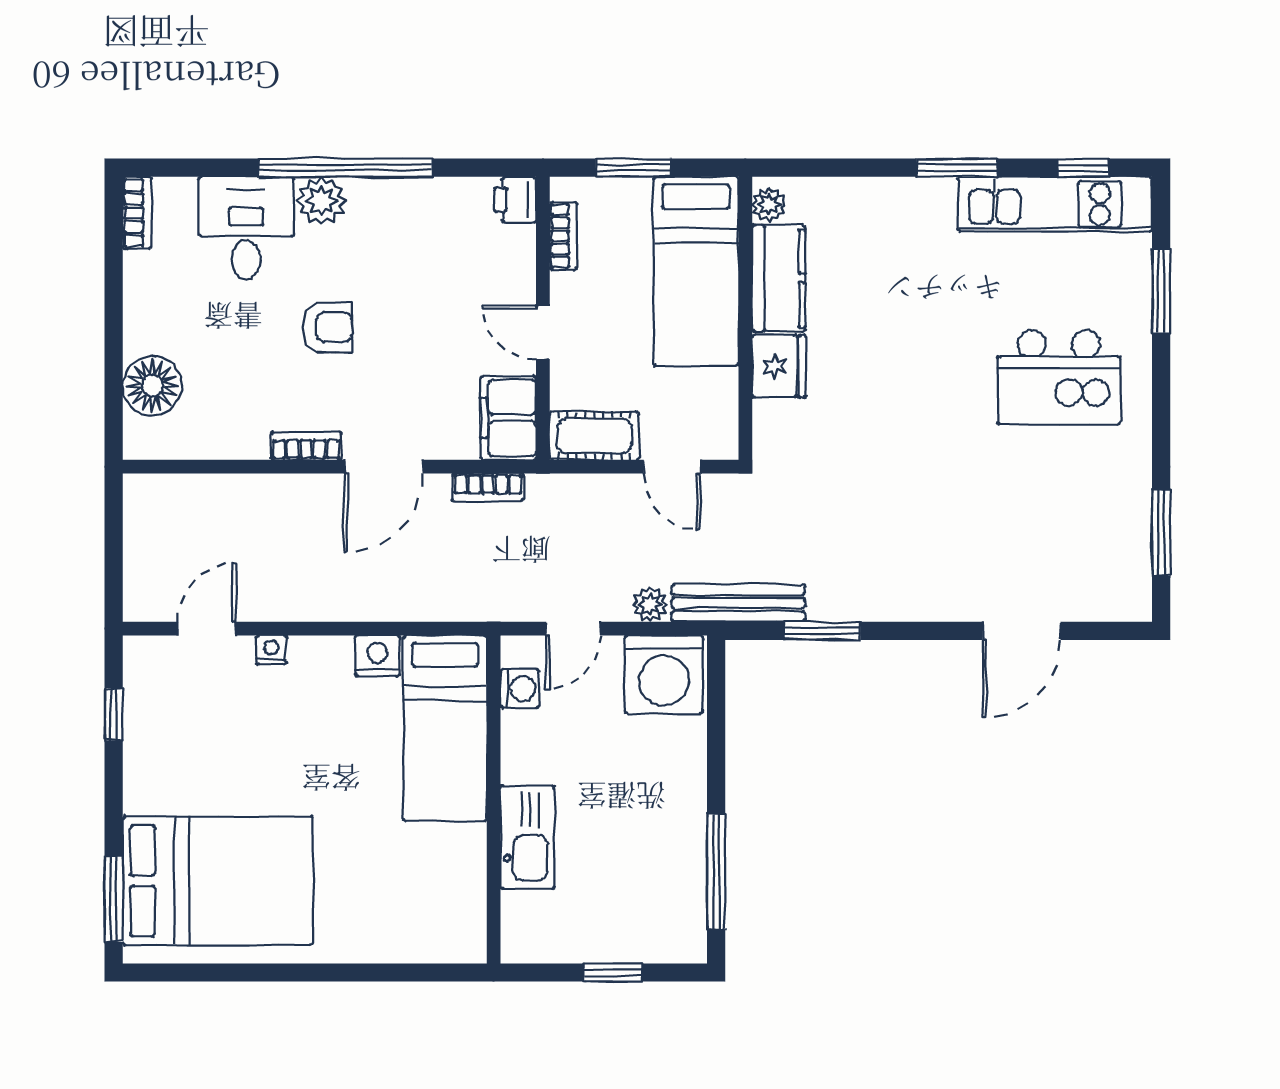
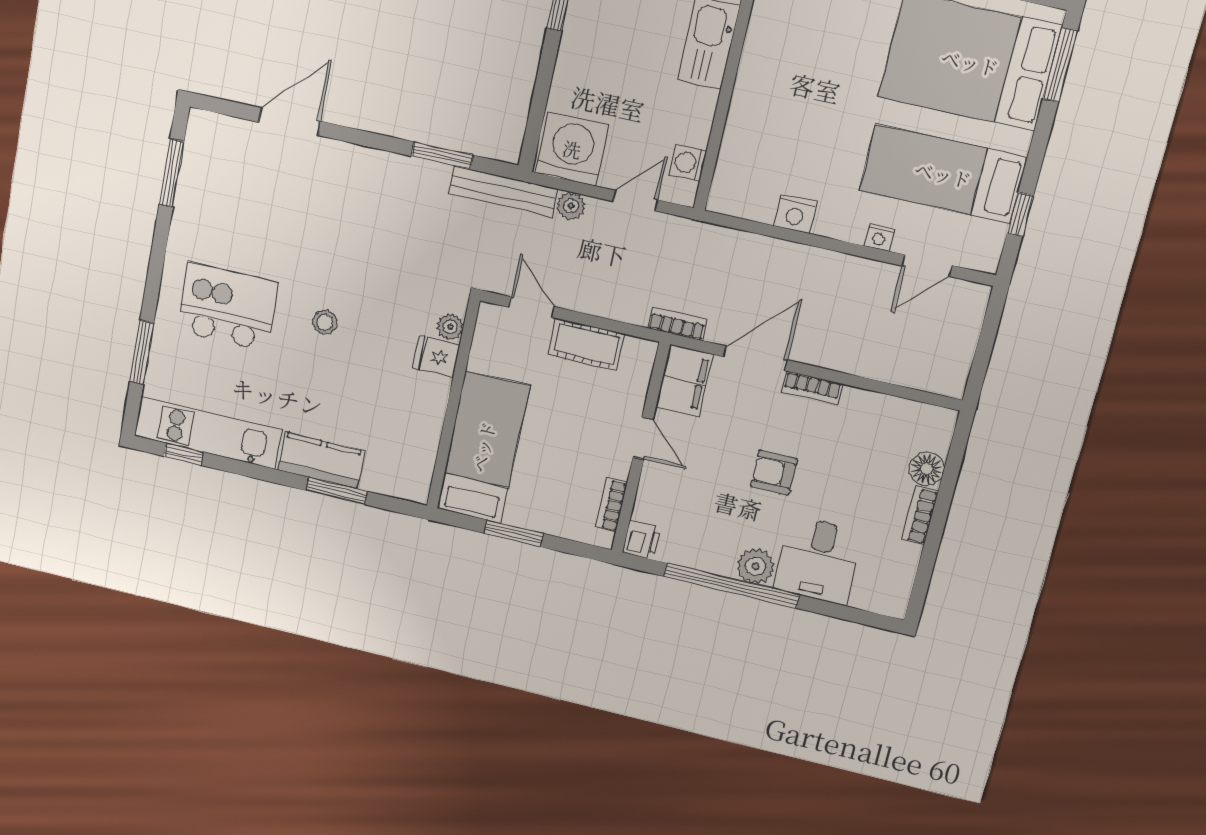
window: (957, 168) -> (337, 491), moved
printer: (515, 200) -> (642, 540), moved
plant: (769, 205) -> (450, 327), moved
bookcase: (137, 213) -> (920, 516), moved
bookcase: (563, 236) -> (611, 505), moved
kitchen counter: (779, 278) -> (321, 461), moved, turned 90
wall: (543, 318) -> (641, 448), moved
door: (543, 332) -> (643, 438), moved
fridge: (779, 366) -> (436, 357), width x0.72
floor lamp: (152, 385) -> (926, 469), width x0.73, depth x0.73
stool: (930, 386) -> (325, 322), added
filing cabinet: (508, 418) -> (684, 381), moved
bed: (445, 728) -> (943, 174), moved, turned -90

